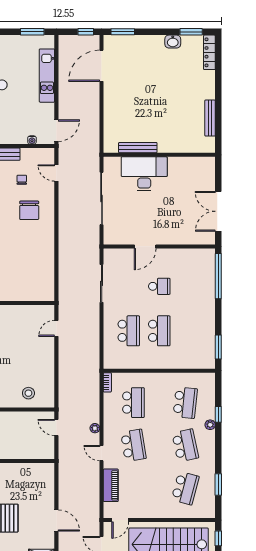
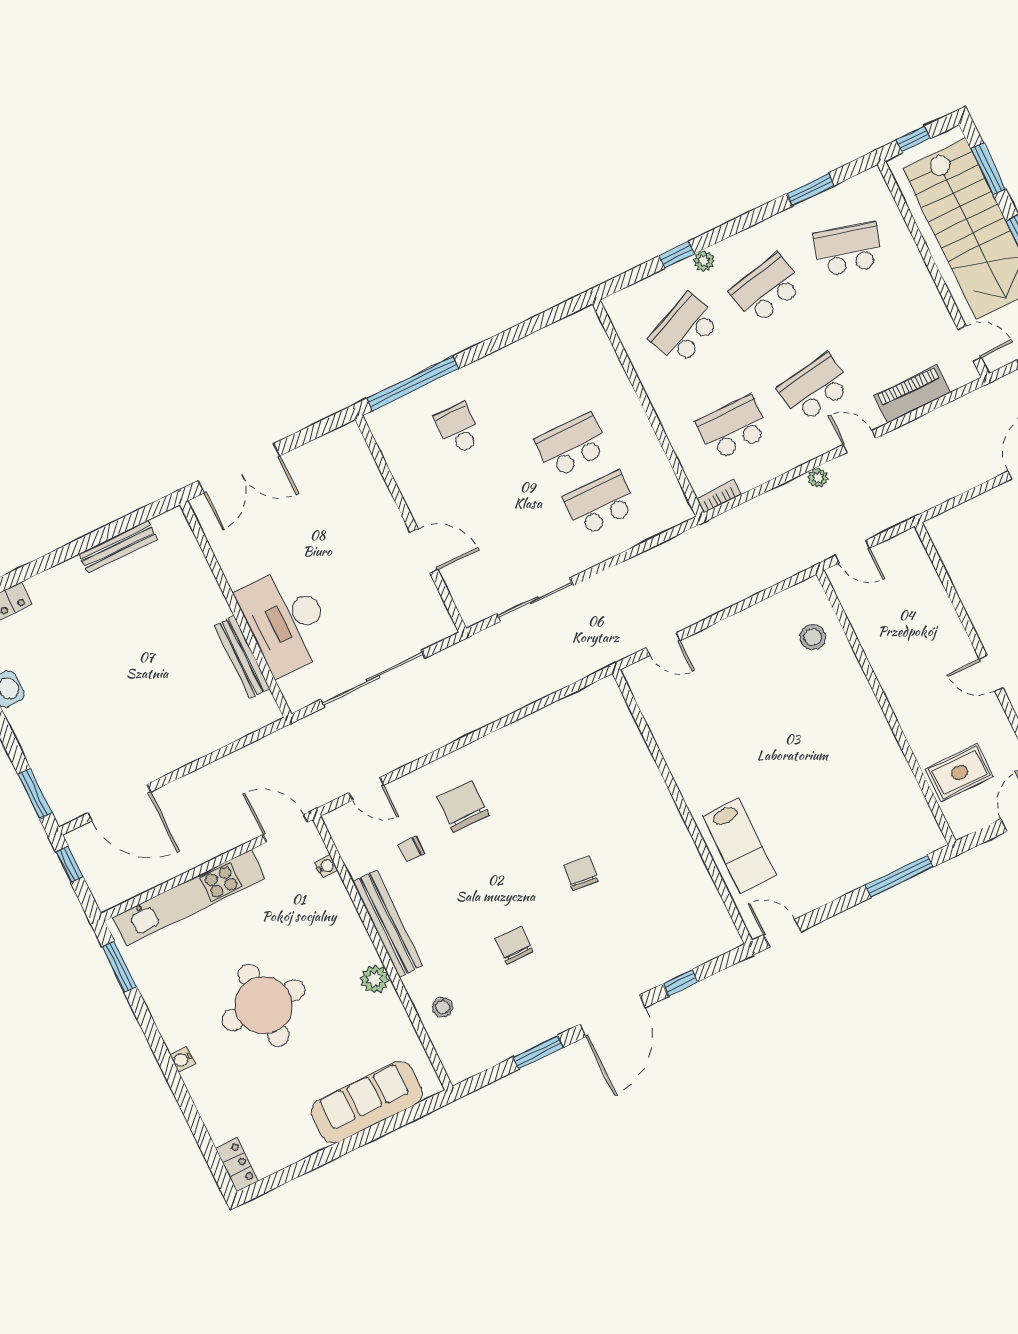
kitchen unit: (47, 76) -> (189, 898), width x1.36
door: (56, 173) -> (366, 789), hinge flipped
chair: (29, 210) -> (463, 806), turned -90
double door: (218, 211) -> (239, 468), moved
school desk: (159, 286) -> (459, 429), moved
window: (218, 347) -> (548, 318), removed
school desk: (185, 403) -> (685, 329), turned -30
door: (56, 428) -> (852, 552), hinge flipped
door: (102, 453) -> (859, 442), swing flipped

